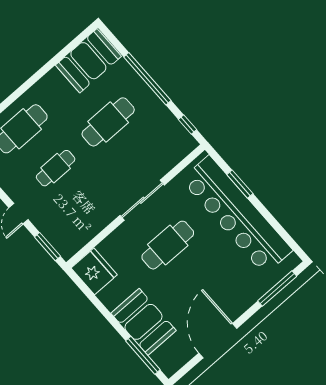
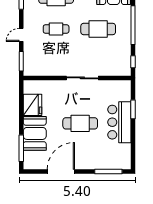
bar counter: (237, 215) -> (119, 122), width x0.54
cafe table: (168, 245) -> (80, 123), moved
fridge: (94, 271) -> (32, 105), moved

